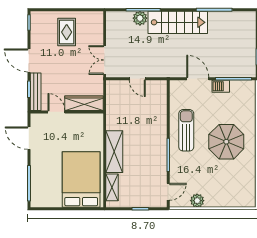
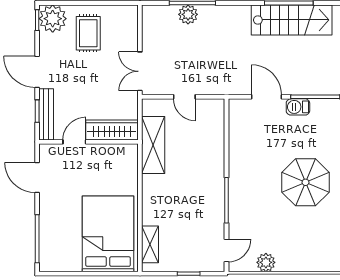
plant: (40, 21) -> (53, 19), added
stairs: (178, 22) -> (292, 20), moved
door: (56, 112) -> (74, 142), hinge flipped
sun lounger: (186, 130) -> (251, 167), removed
shelving: (114, 152) -> (153, 145), moved

